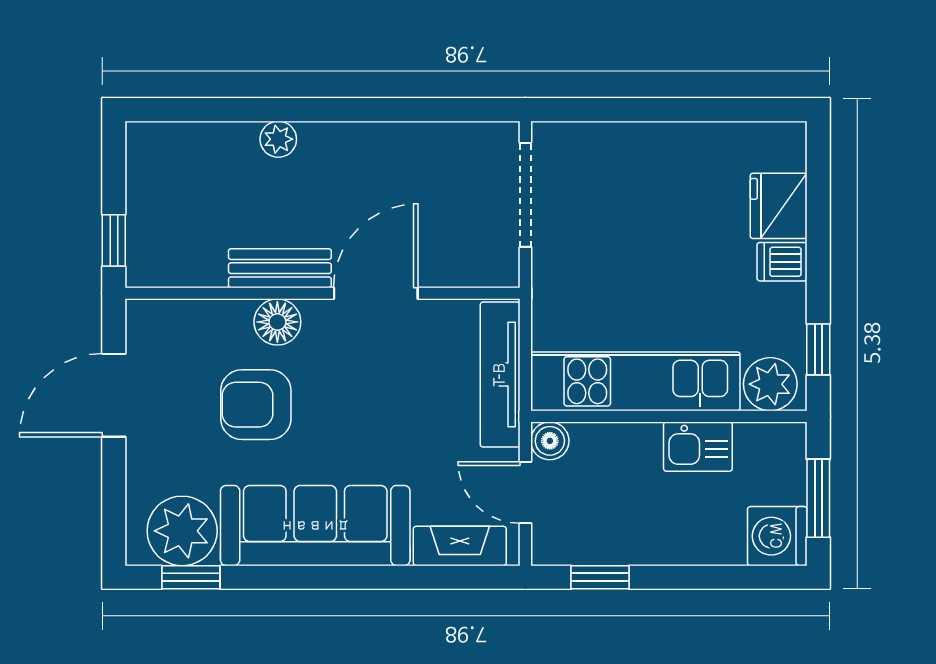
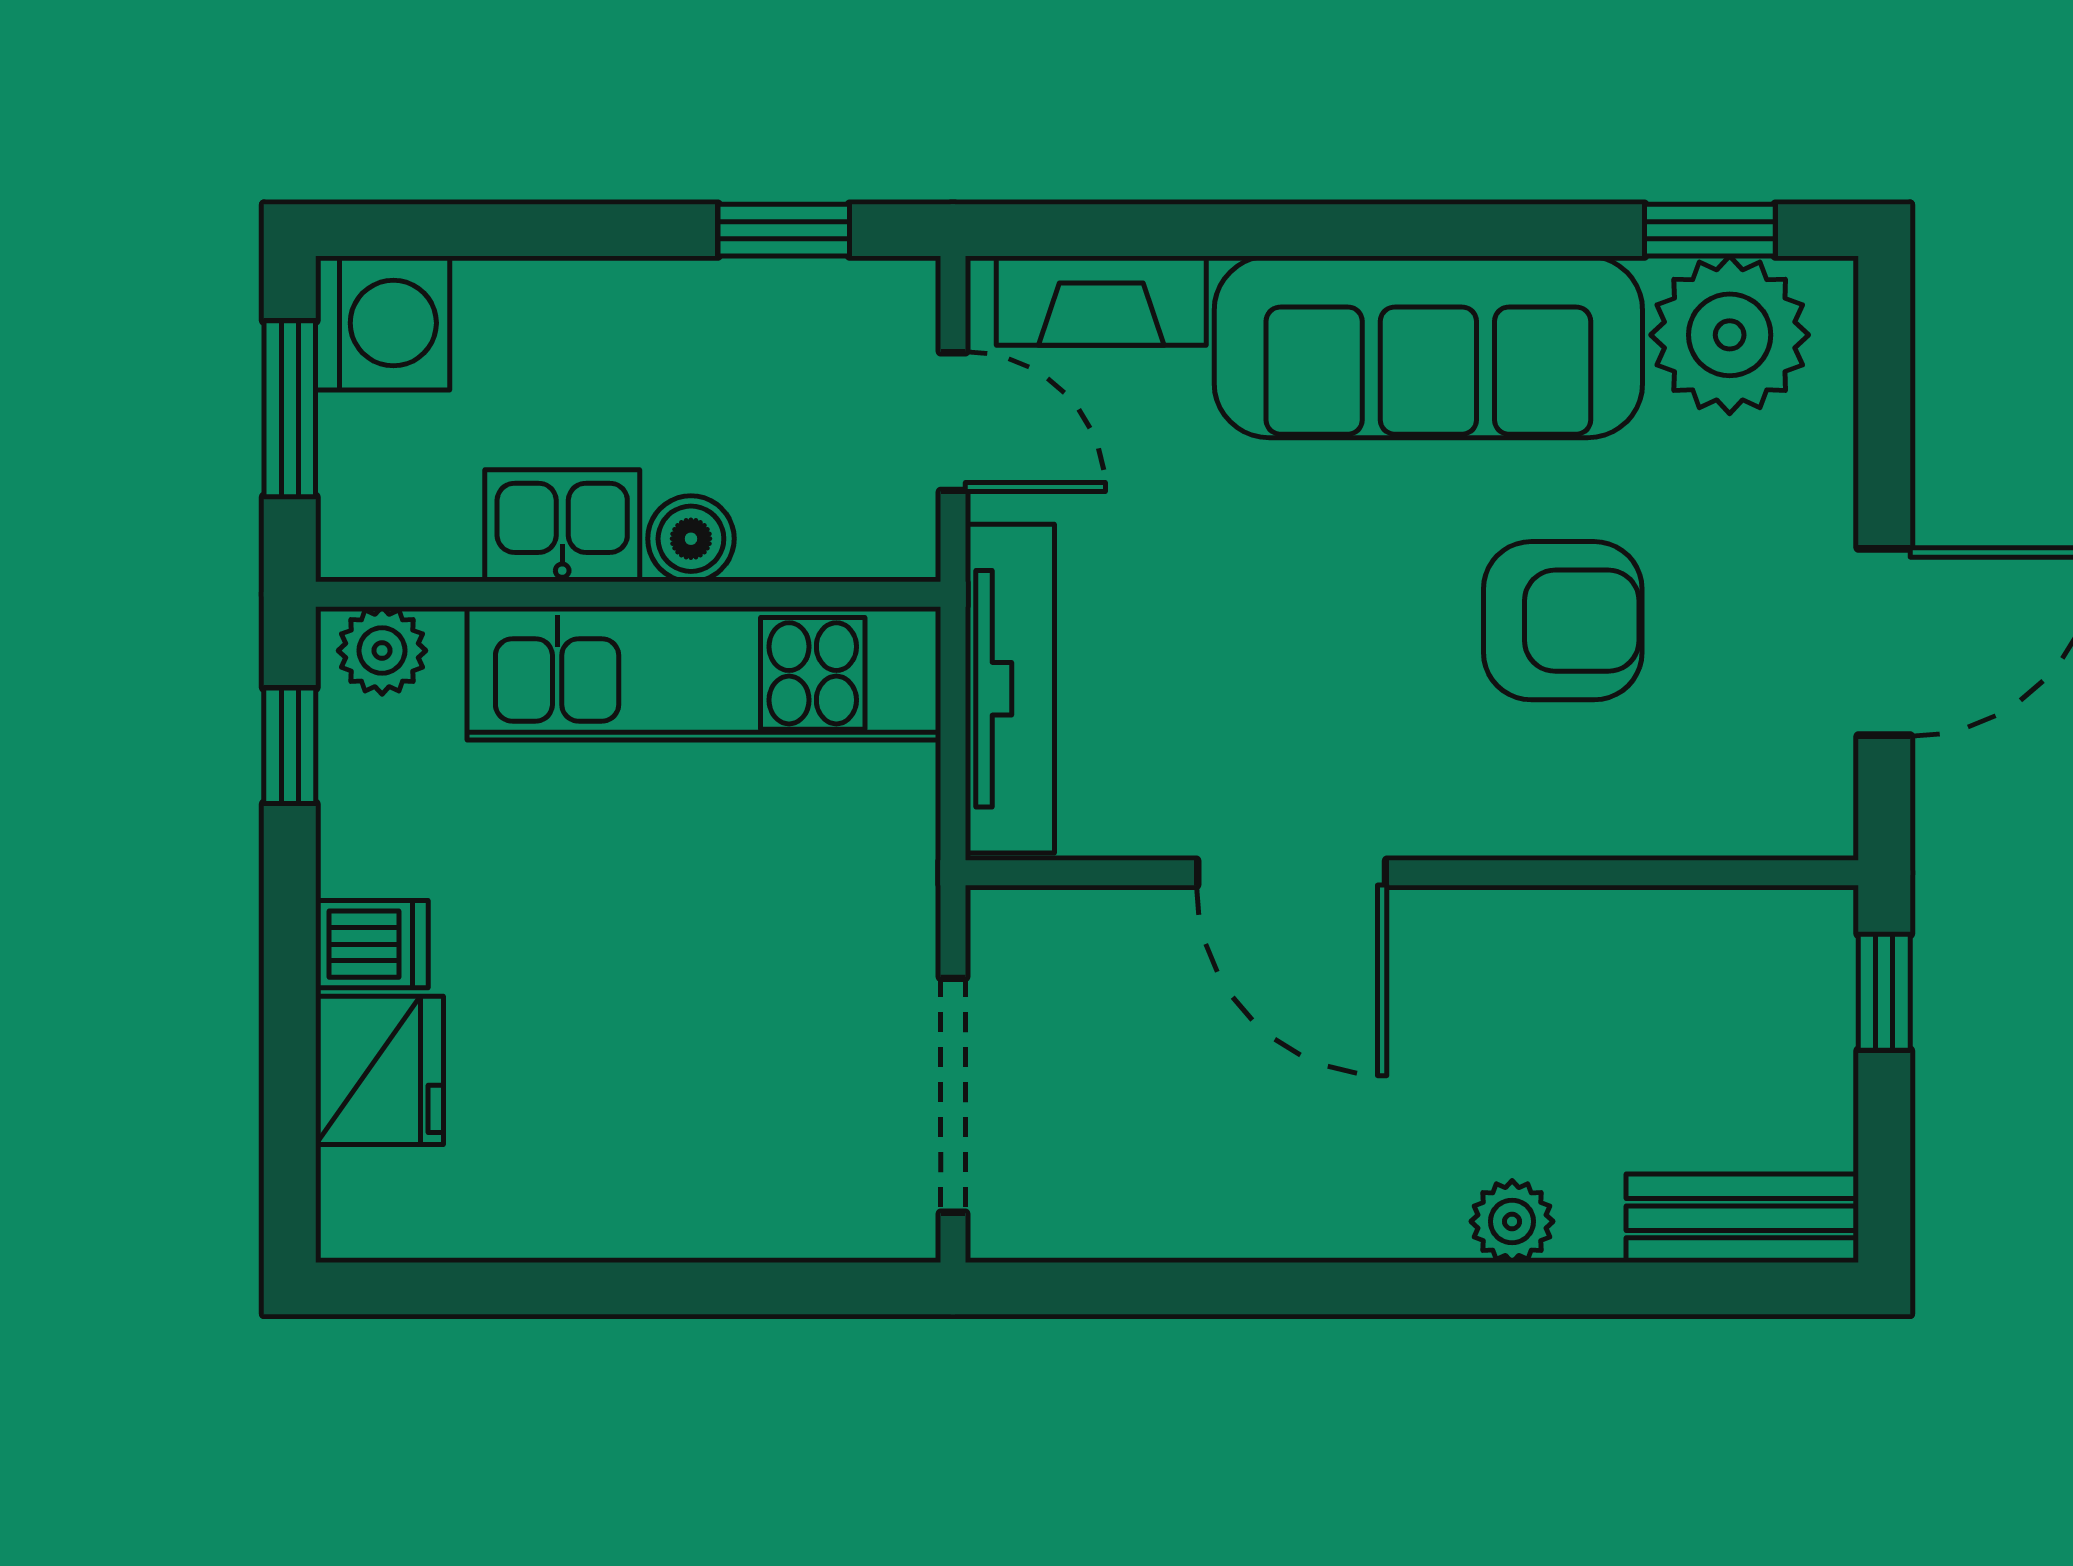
bench: (280, 268) -> (1742, 1218), moved
door: (376, 293) -> (1292, 873), hinge flipped
floor lamp: (277, 322) -> (1514, 808), removed
plant: (770, 384) -> (382, 651), width x0.73, depth x0.73
boiler: (550, 441) -> (691, 539), moved

